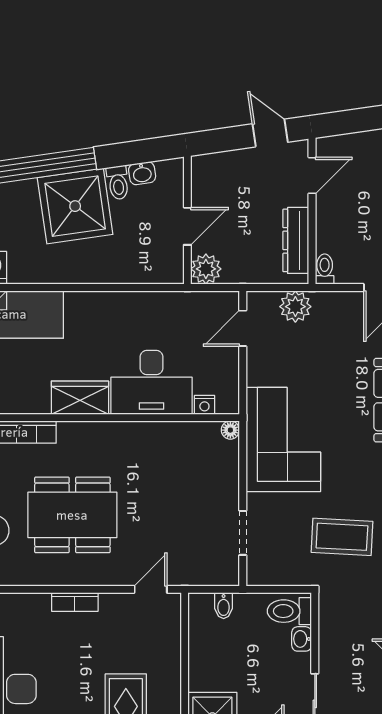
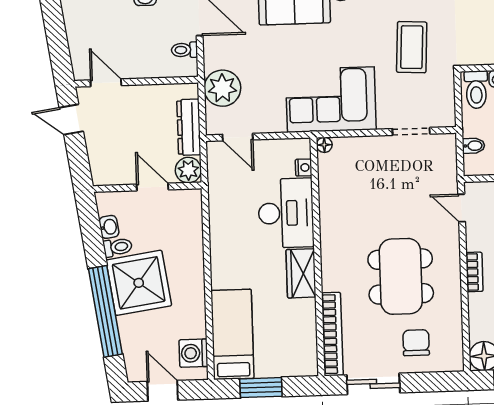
door: (270, 133) -> (71, 120), hinge flipped
dresser: (296, 240) -> (189, 127), moved, turned 90
toilet: (325, 269) -> (184, 50), moved
plant: (295, 307) -> (222, 88), width x1.36, depth x1.36

